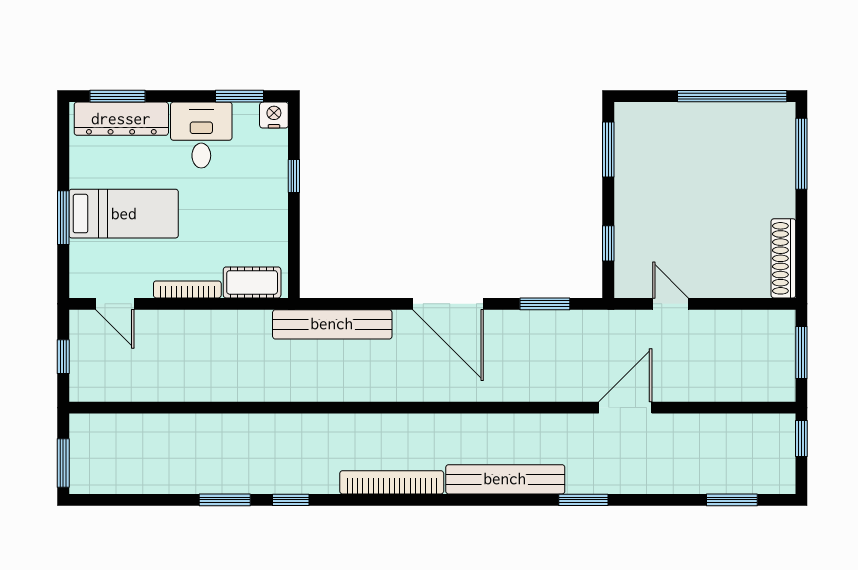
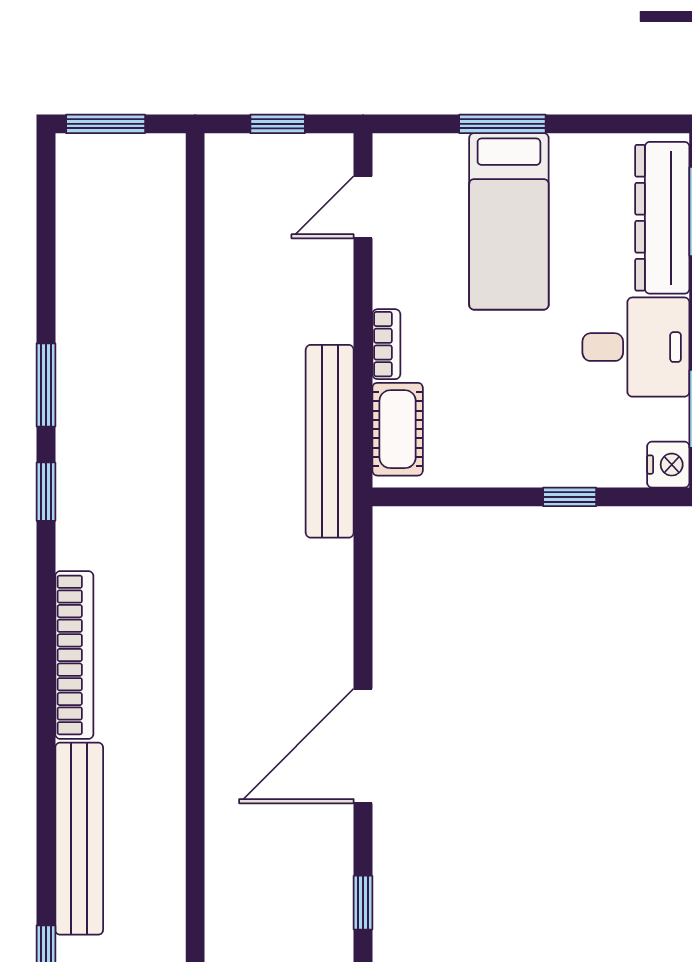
bookcase: (187, 289) -> (386, 344), width x0.64
window: (545, 304) -> (363, 903), width x0.67
bench: (332, 324) -> (330, 441), moved

